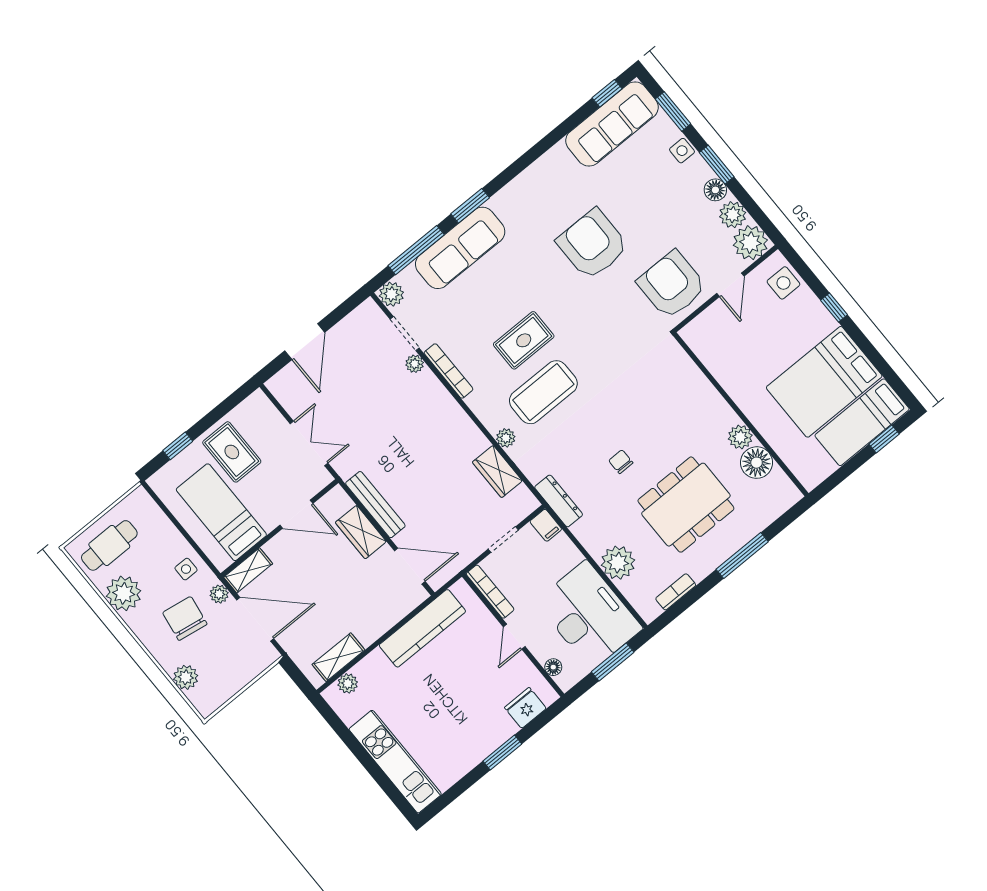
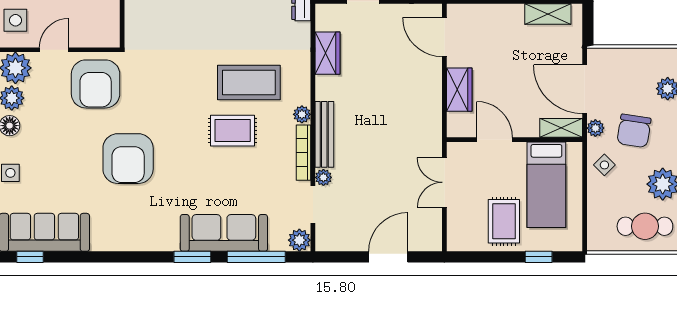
plant: (506, 438) -> (302, 114), moved
bench: (375, 505) -> (324, 134), moved
side table: (186, 569) -> (604, 165), turned 45

